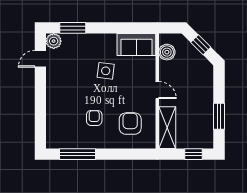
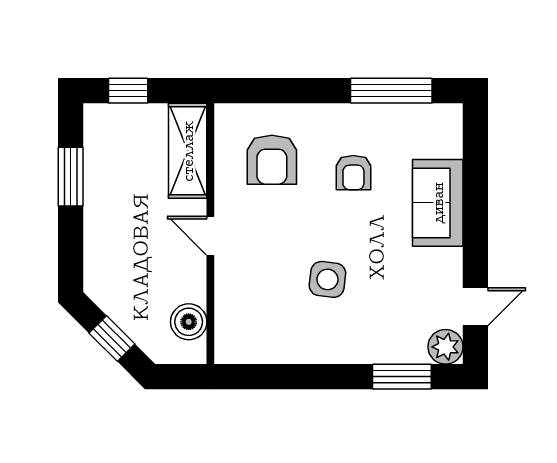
sofa: (136, 45) -> (438, 203), moved, turned -90

